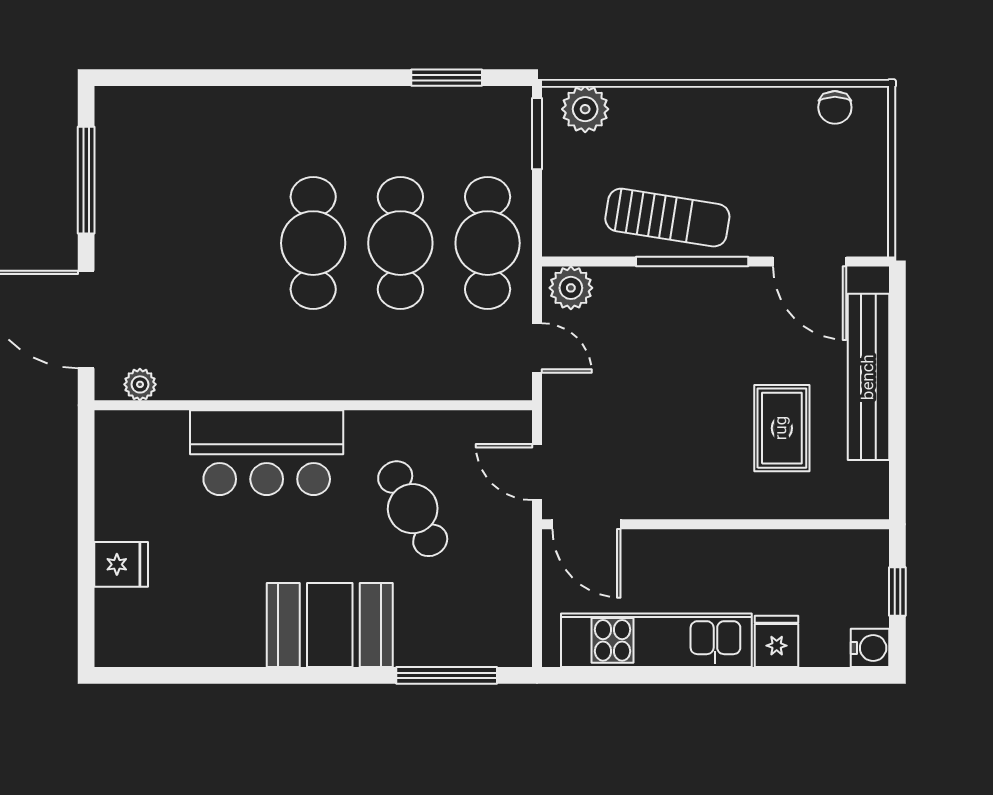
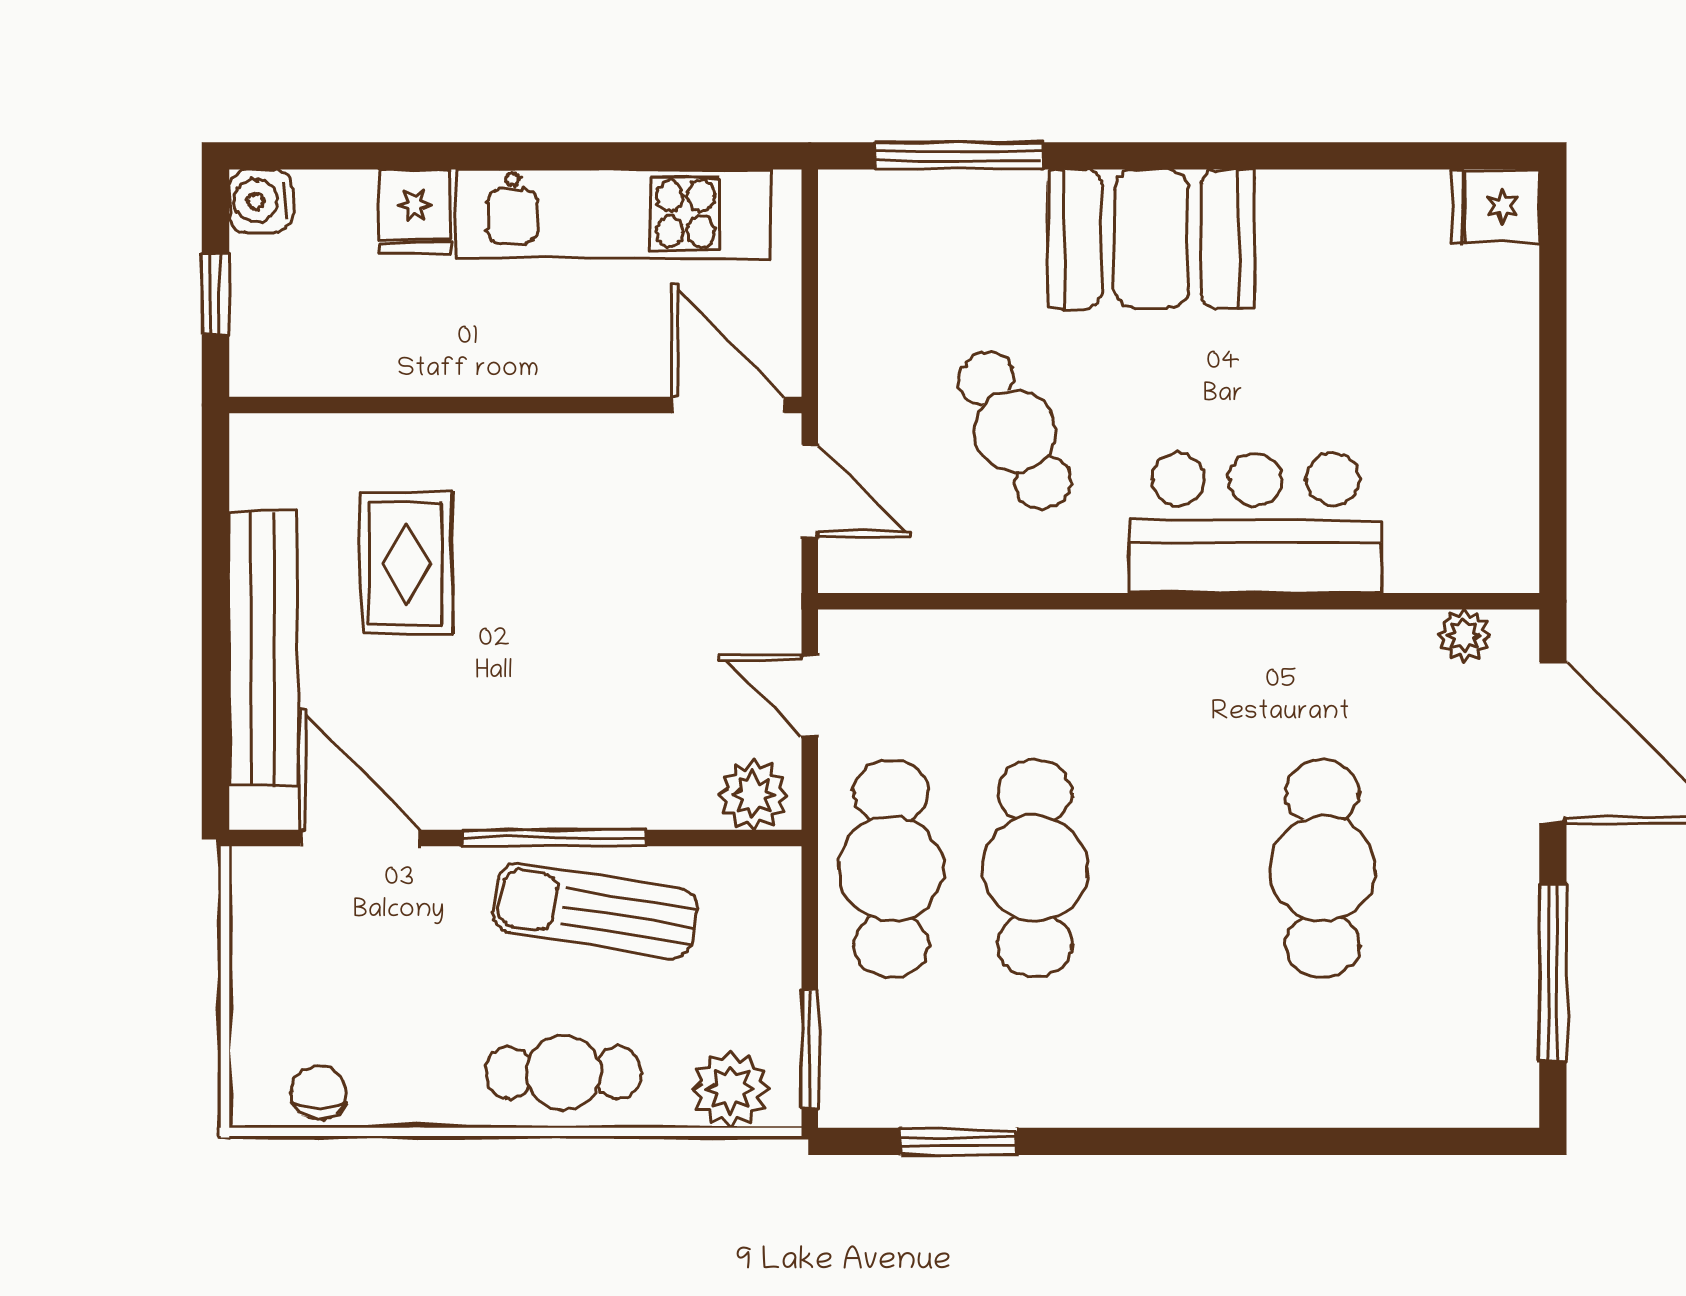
cafe table: (686, 119) -> (563, 1073), added
cafe table: (313, 243) -> (1322, 869), moved
fridge: (121, 564) -> (1495, 206), moved

